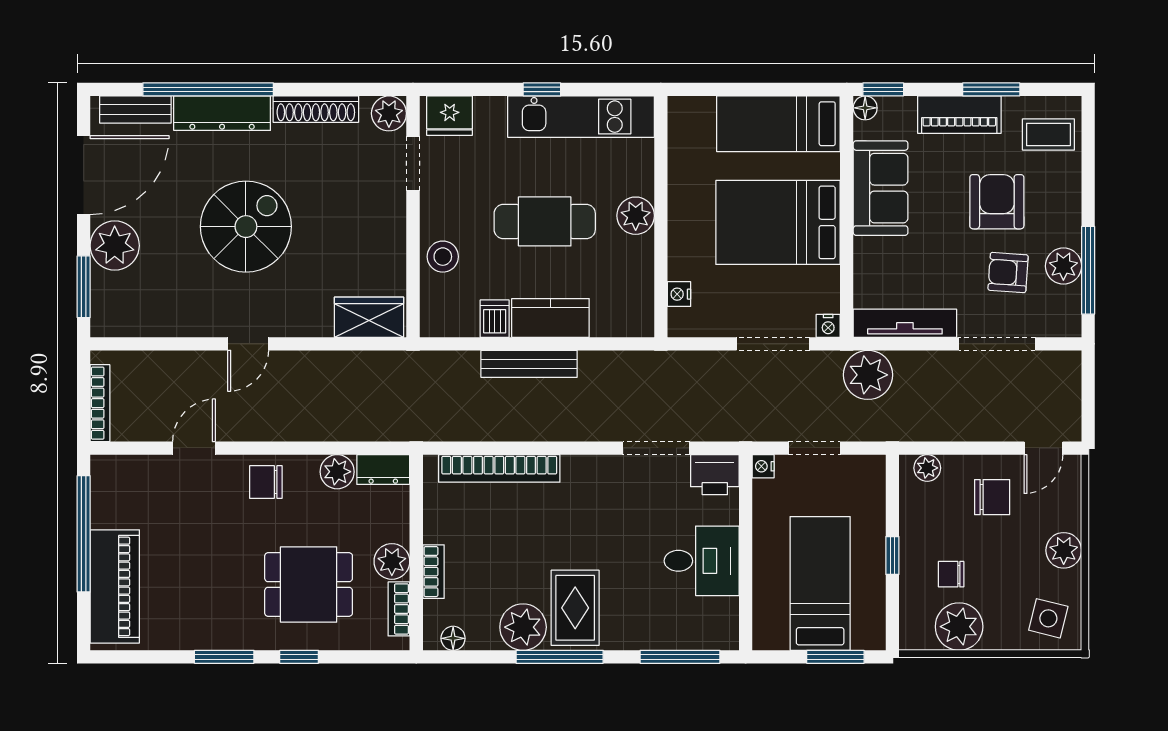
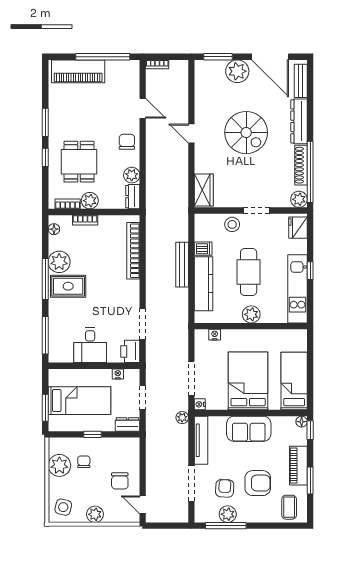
window: (208, 89) -> (310, 172), moved
doorway: (413, 163) -> (256, 210), moved
sofa: (881, 188) -> (249, 429), moved
kitchen counter: (550, 318) -> (204, 284), width x1.50
plant: (868, 375) -> (182, 418), width x0.53, depth x0.53
bookcase: (100, 403) -> (157, 64), width x0.64
nightstand: (763, 466) -> (118, 374), moved
plant: (927, 468) -> (133, 451), removed
dresser: (871, 481) -> (128, 424), added

